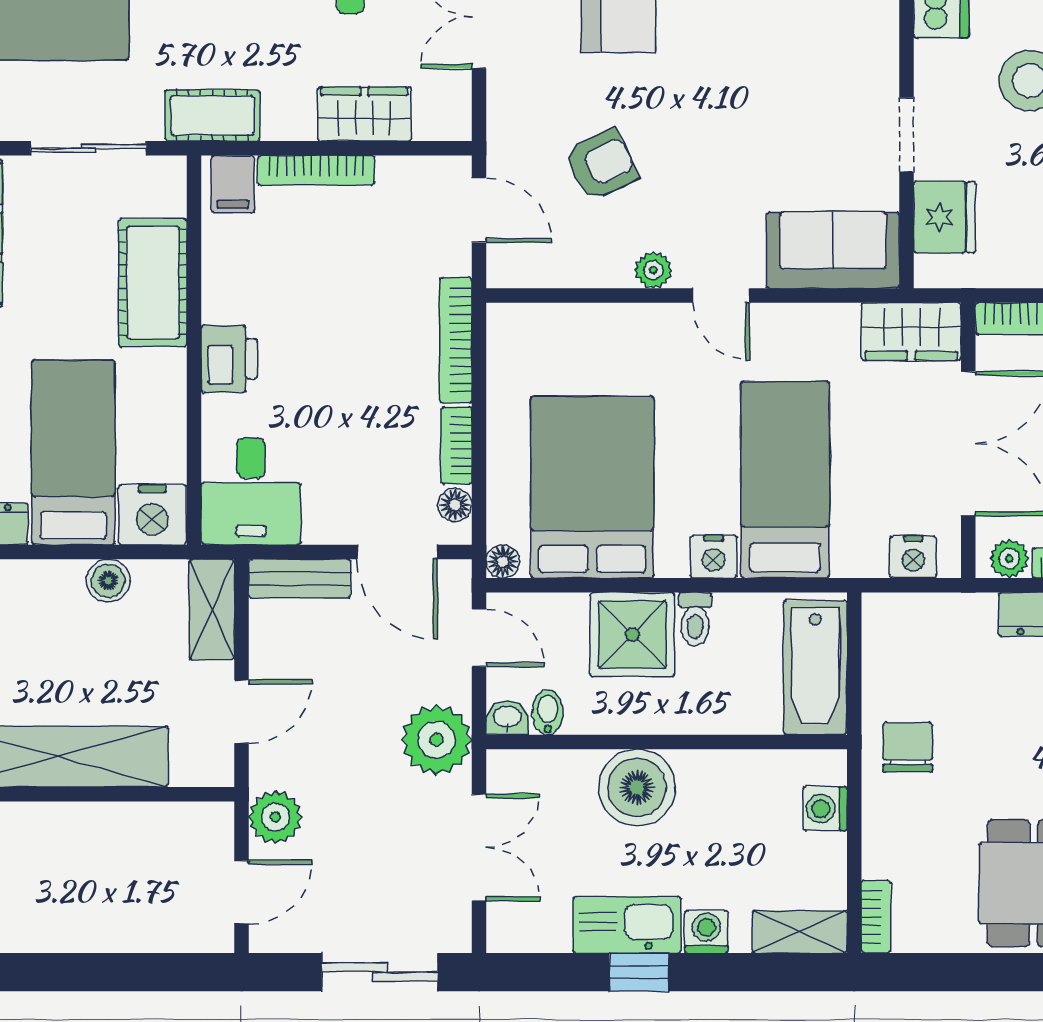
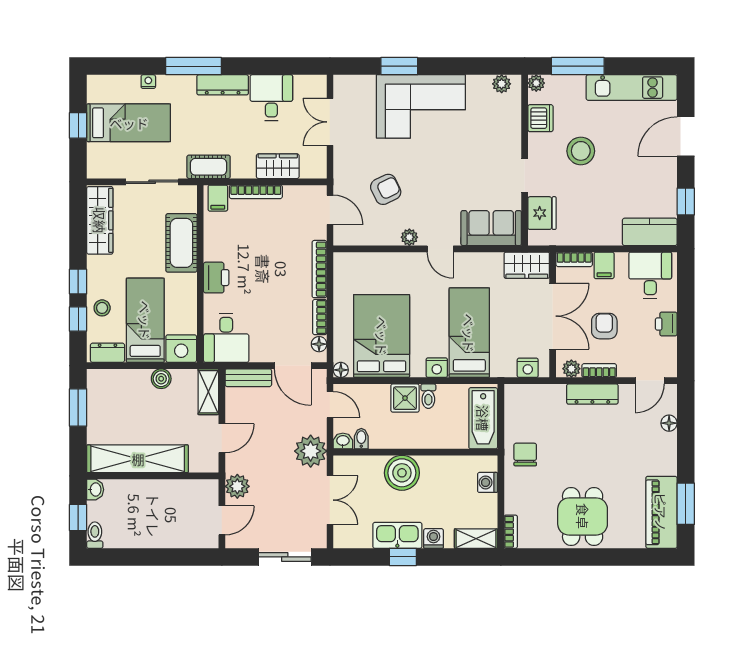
shower: (632, 635) -> (405, 398), width x0.73, depth x0.73

